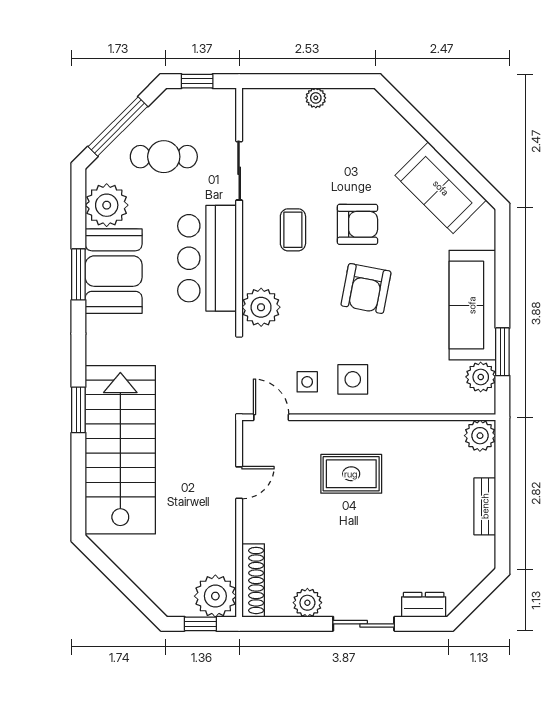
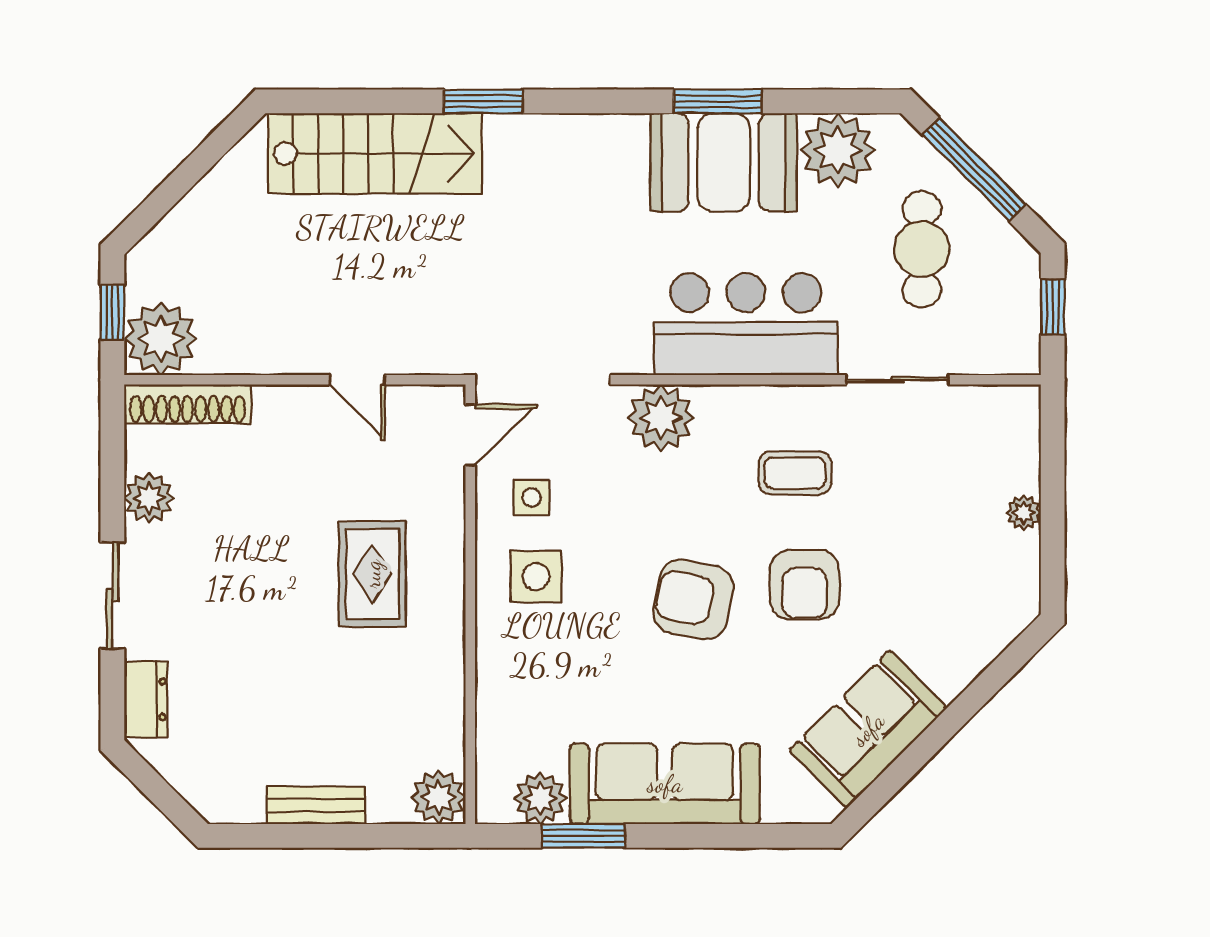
stairs: (120, 450) -> (375, 153), width x0.73, depth x0.66

